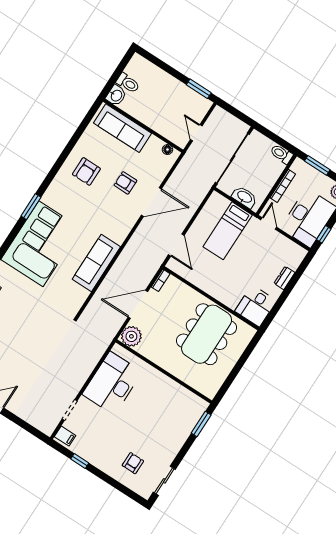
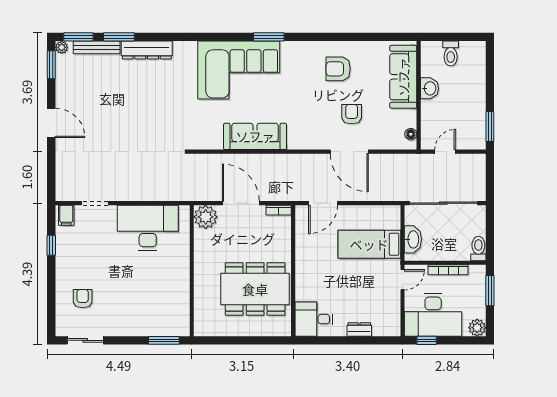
washbasin: (116, 95) -> (429, 88), moved, turned -90
armchair: (133, 463) -> (83, 299), turned -90

